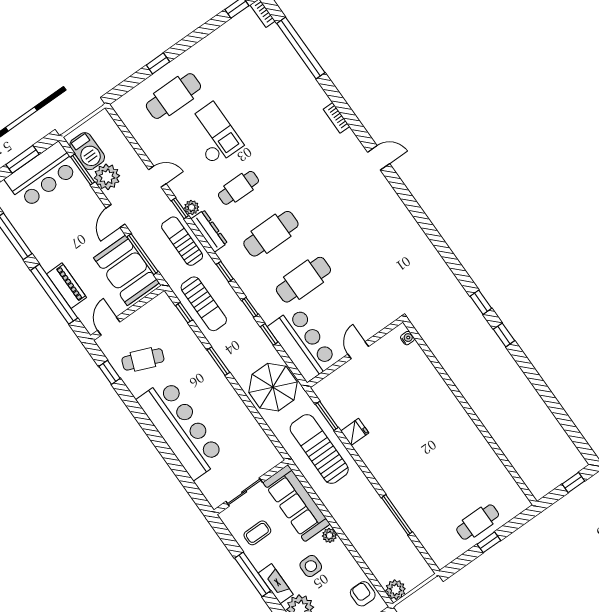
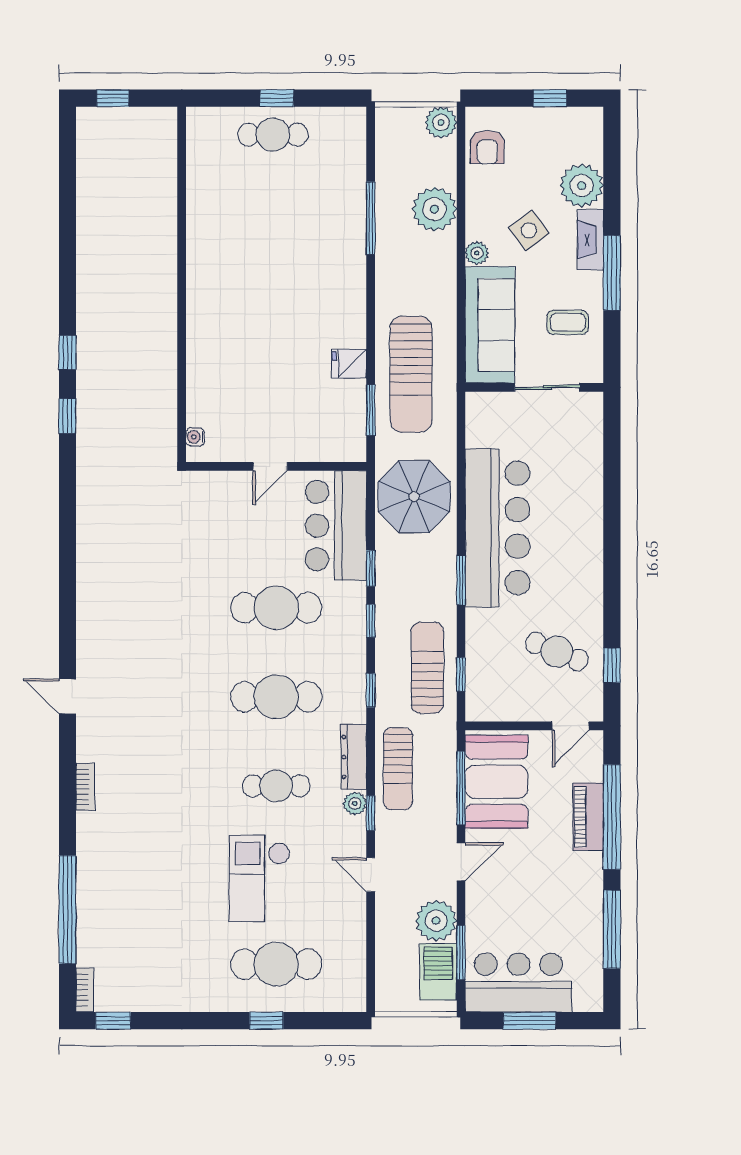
bar counter: (181, 429) -> (497, 528), moved, turned 180
plant: (367, 543) -> (434, 209), added
side table: (311, 566) -> (529, 231), turned -37

